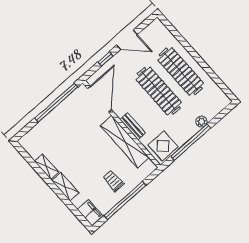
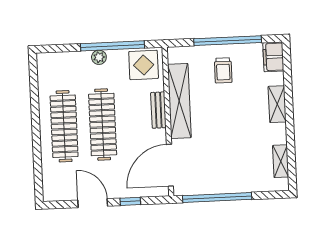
plant: (201, 122) -> (99, 57), moved
shelving: (47, 167) -> (281, 161), moved

